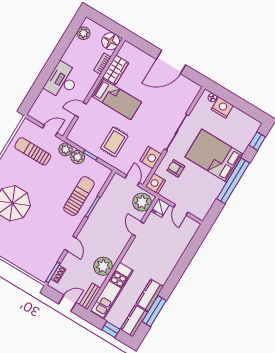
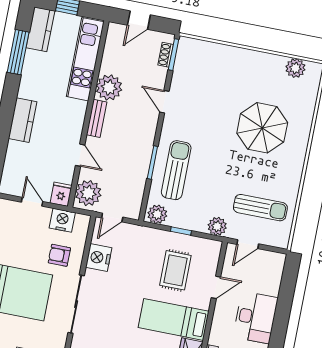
rug: (114, 142) -> (175, 270), moved
plant: (78, 157) -> (157, 214), moved
armchair: (176, 168) -> (59, 255), turned 180
door: (132, 180) -> (112, 218), hinge flipped
nightstand: (156, 184) -> (62, 220), moved, turned -90
sun lounger: (79, 196) -> (176, 170), turned 180
kitchen counter: (150, 295) -> (23, 120), moved
bench: (90, 296) -> (97, 118), moved

